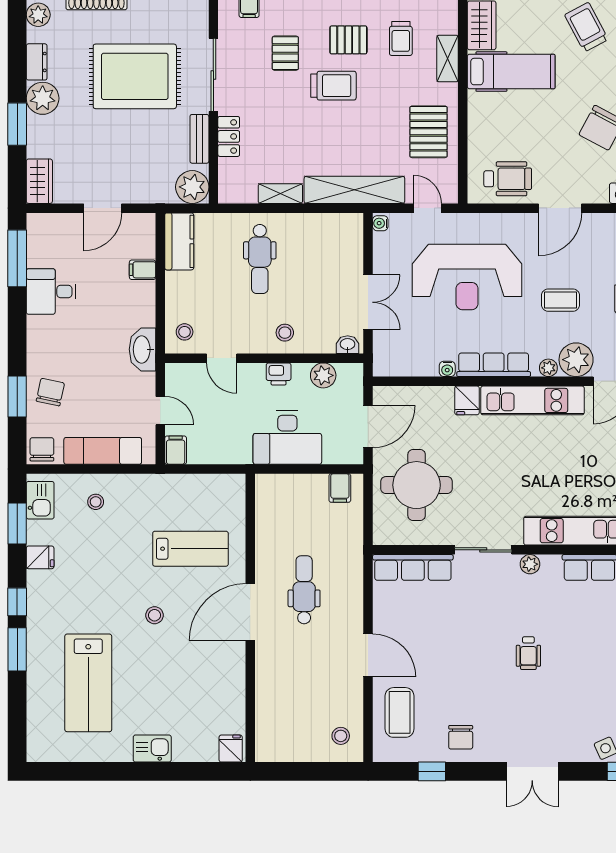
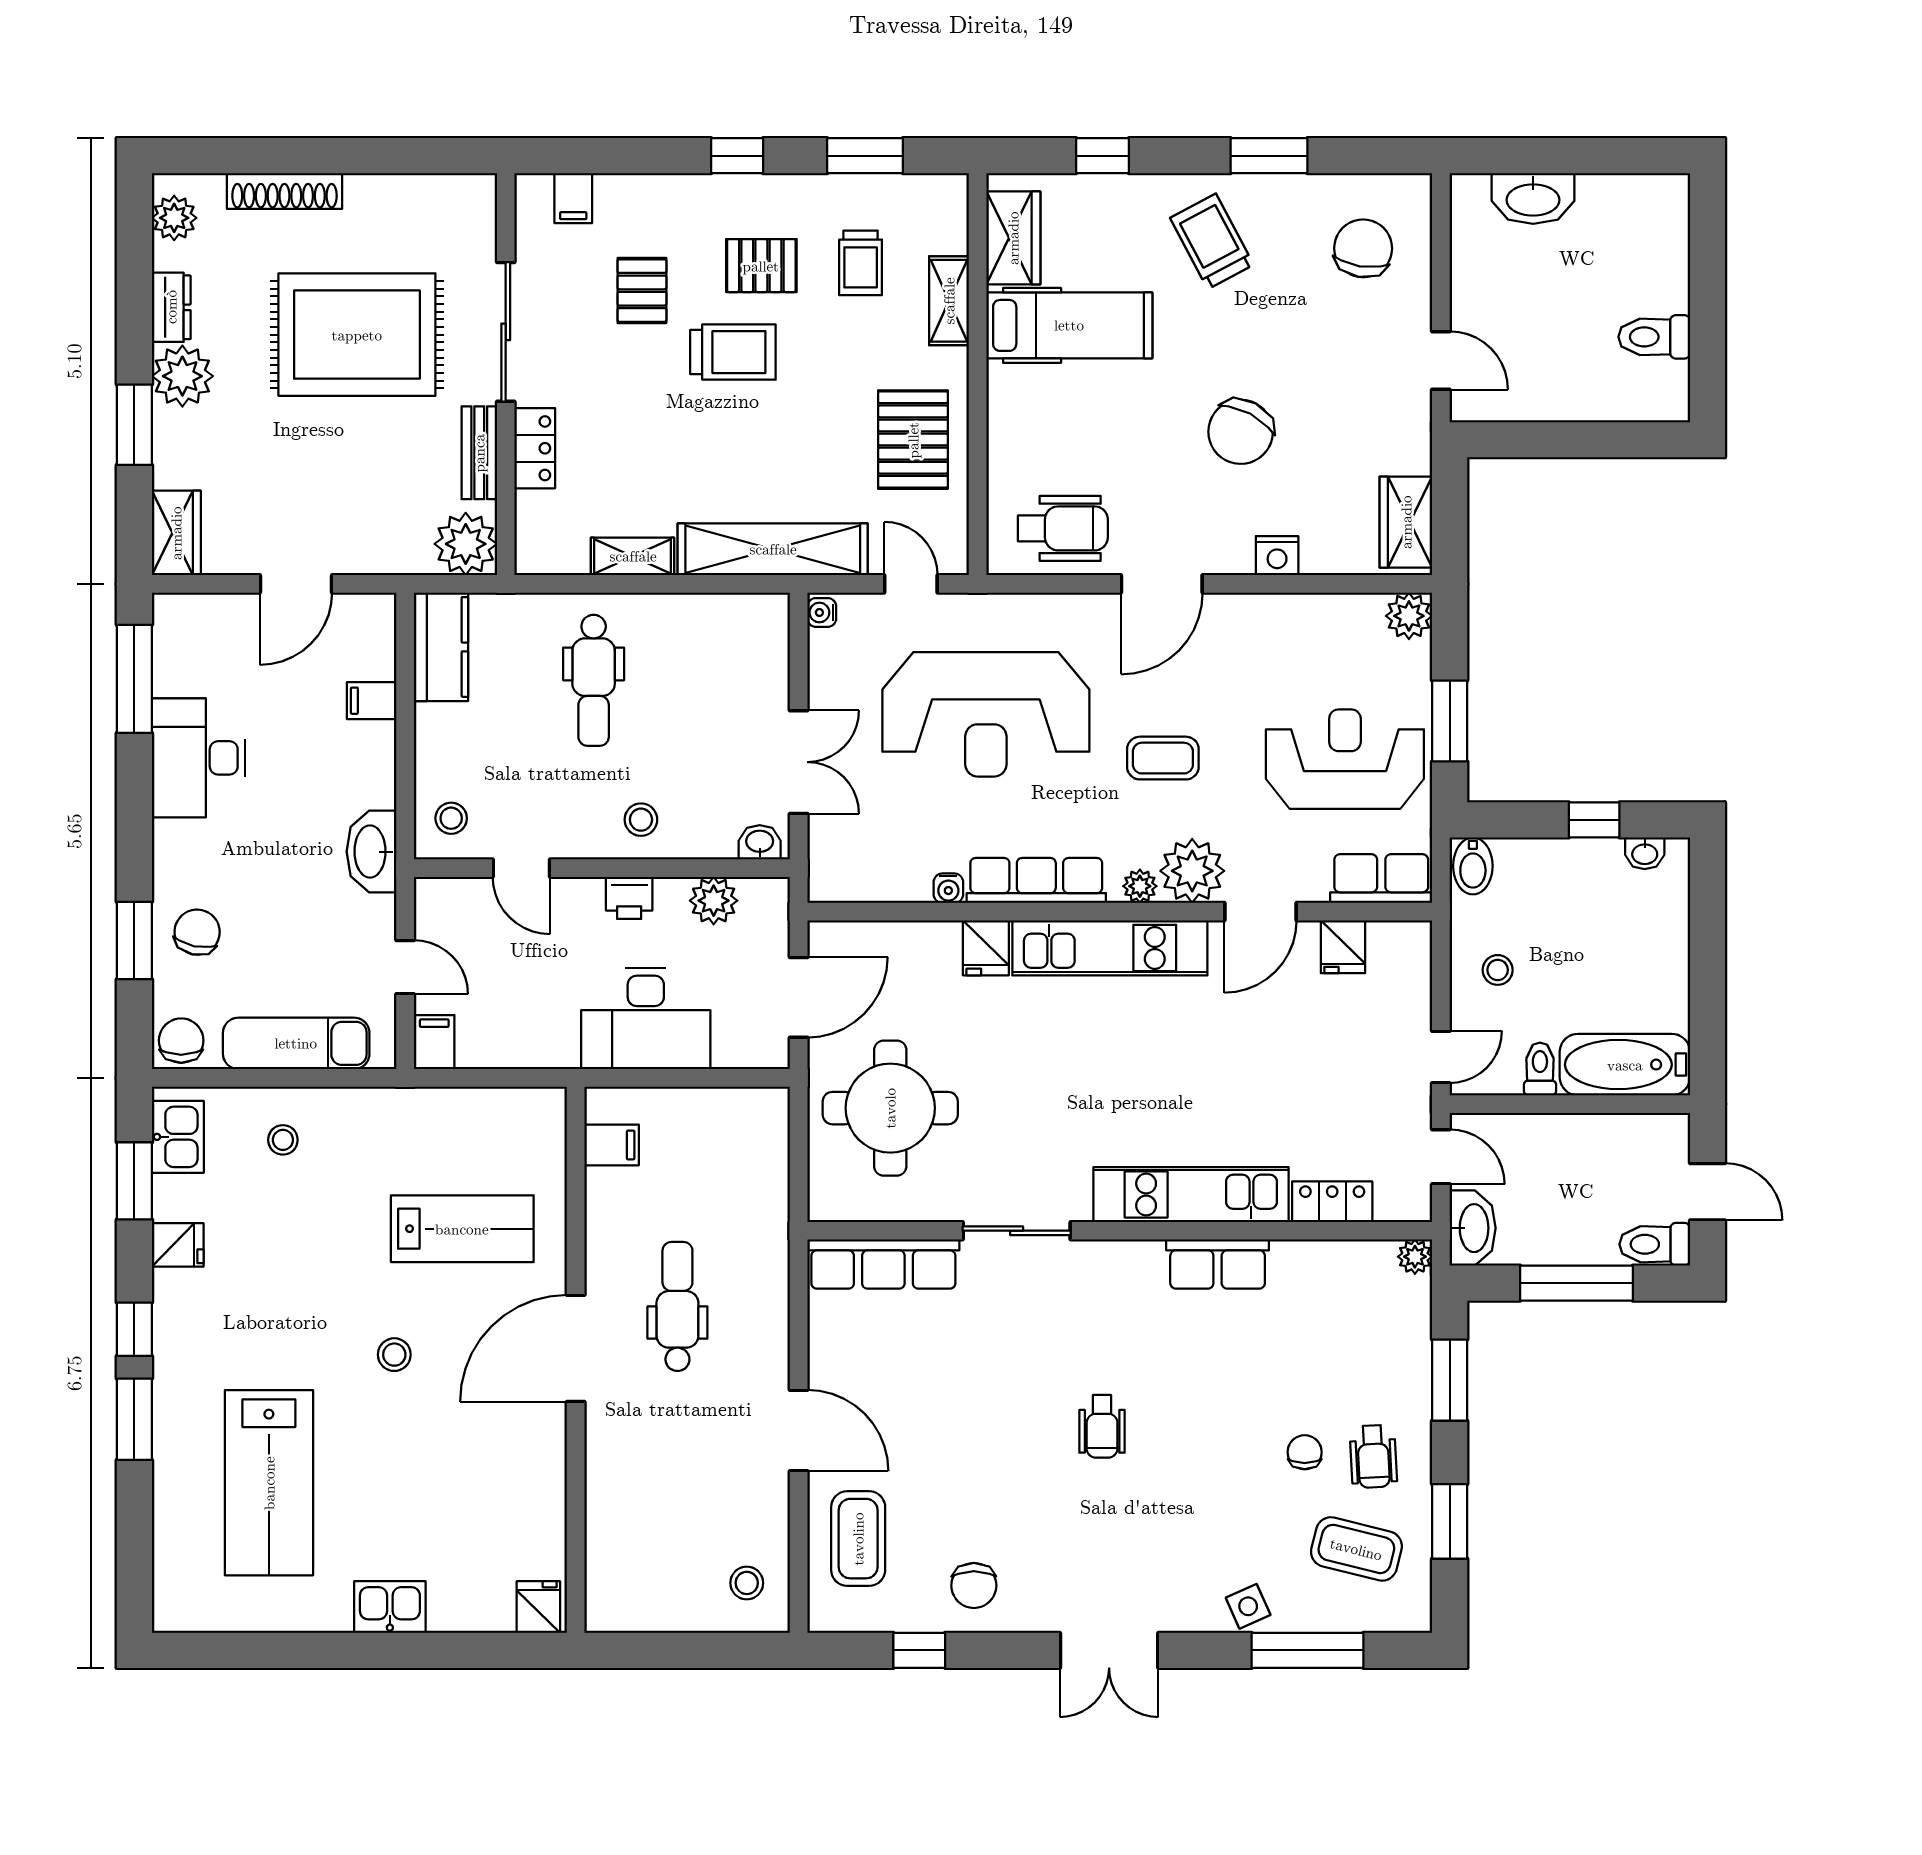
desk: (51, 291) -> (198, 758), width x1.37
filing cabinet: (340, 488) -> (612, 1145), moved, turned -90
plant: (530, 564) -> (1105, 1258), removed

